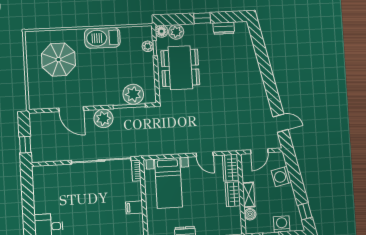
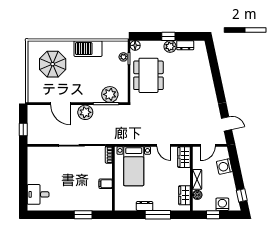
plant: (176, 32) -> (170, 46), moved
wardrobe: (233, 194) -> (184, 195), moved

